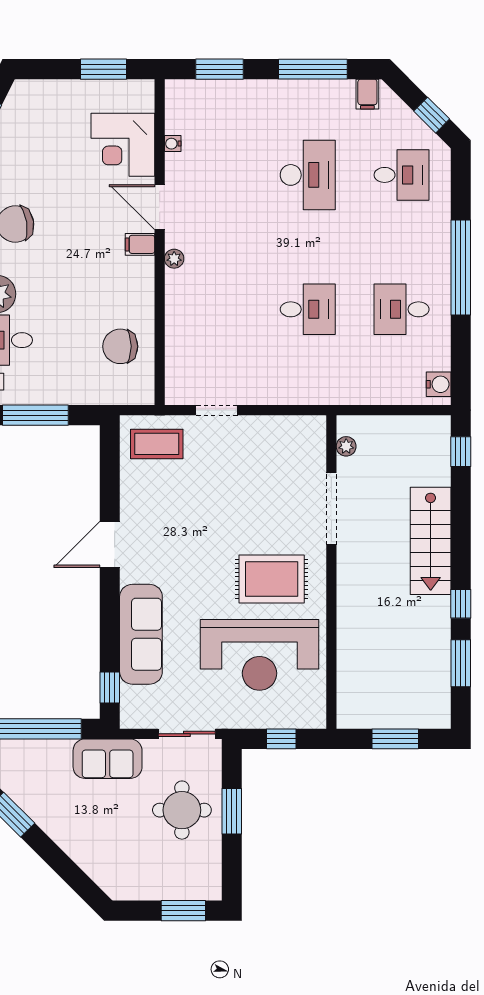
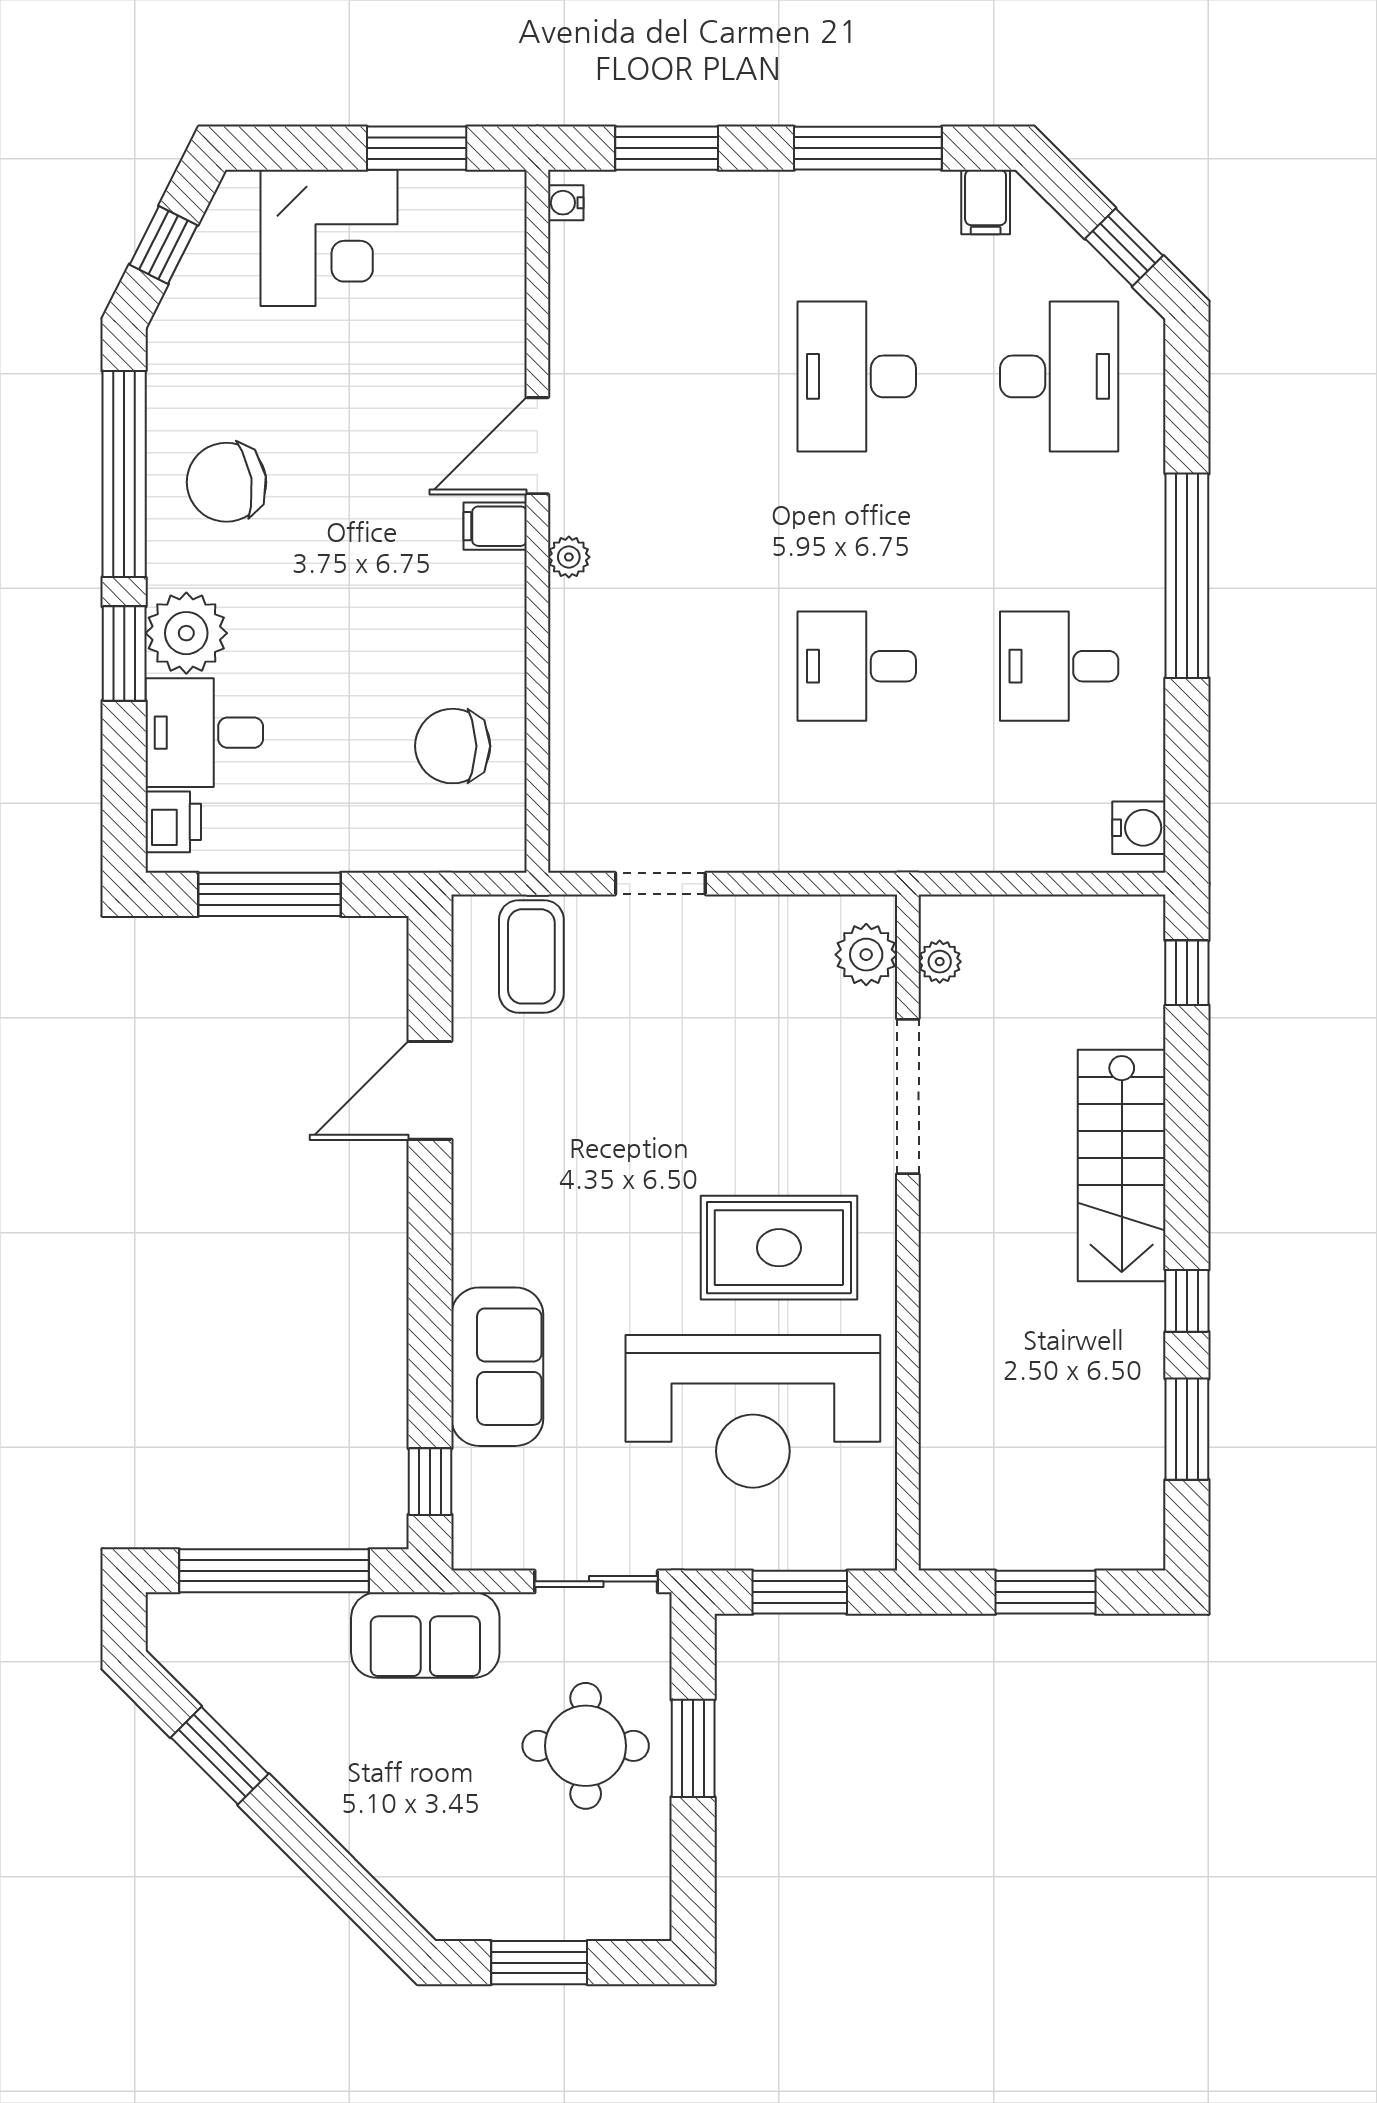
water cooler: (173, 144) -> (566, 203), moved
corner desk: (123, 145) -> (329, 238), moved, turned -90
desk: (308, 175) -> (857, 376), turned 180
desk: (402, 175) -> (1059, 376), width x1.37
door: (160, 207) -> (537, 446), hinge flipped
desk: (308, 309) -> (857, 666), turned 180
plant: (312, 443) -> (866, 955), added
coffee table: (157, 444) -> (531, 956), turned 90
door: (110, 544) -> (430, 1090), moved
sofa: (141, 634) -> (497, 1367), width x0.73
window: (281, 739) -> (800, 1592), width x1.50
window: (183, 911) -> (539, 1963), moved

